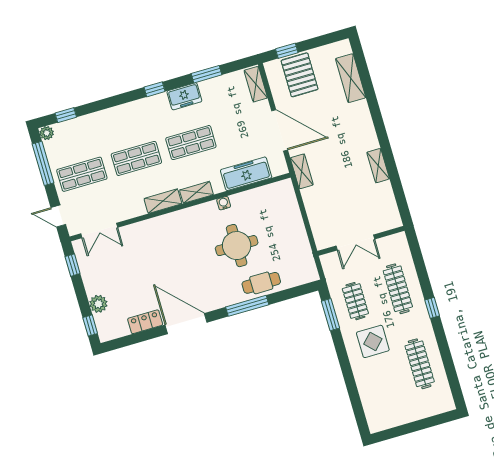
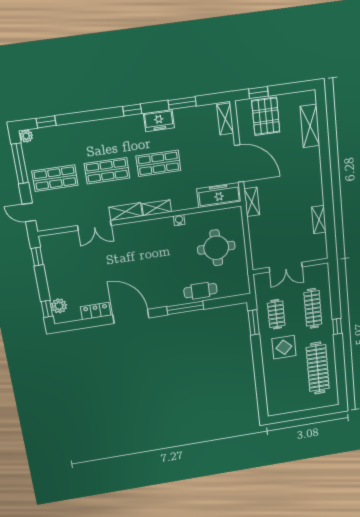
shelving: (378, 166) -> (319, 220), moved
freezer: (246, 174) -> (219, 195), moved
double door: (99, 231) -> (94, 225), moved
round table: (237, 246) -> (216, 248), moved
plant: (98, 304) -> (59, 306), moved
clothes rail: (420, 364) -> (318, 368), width x1.37, depth x1.31

